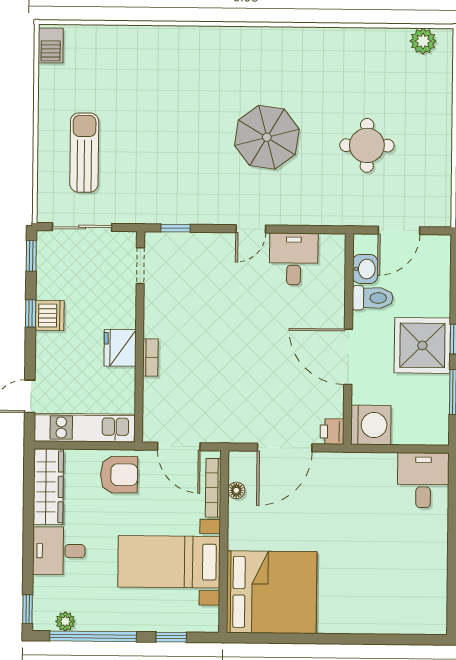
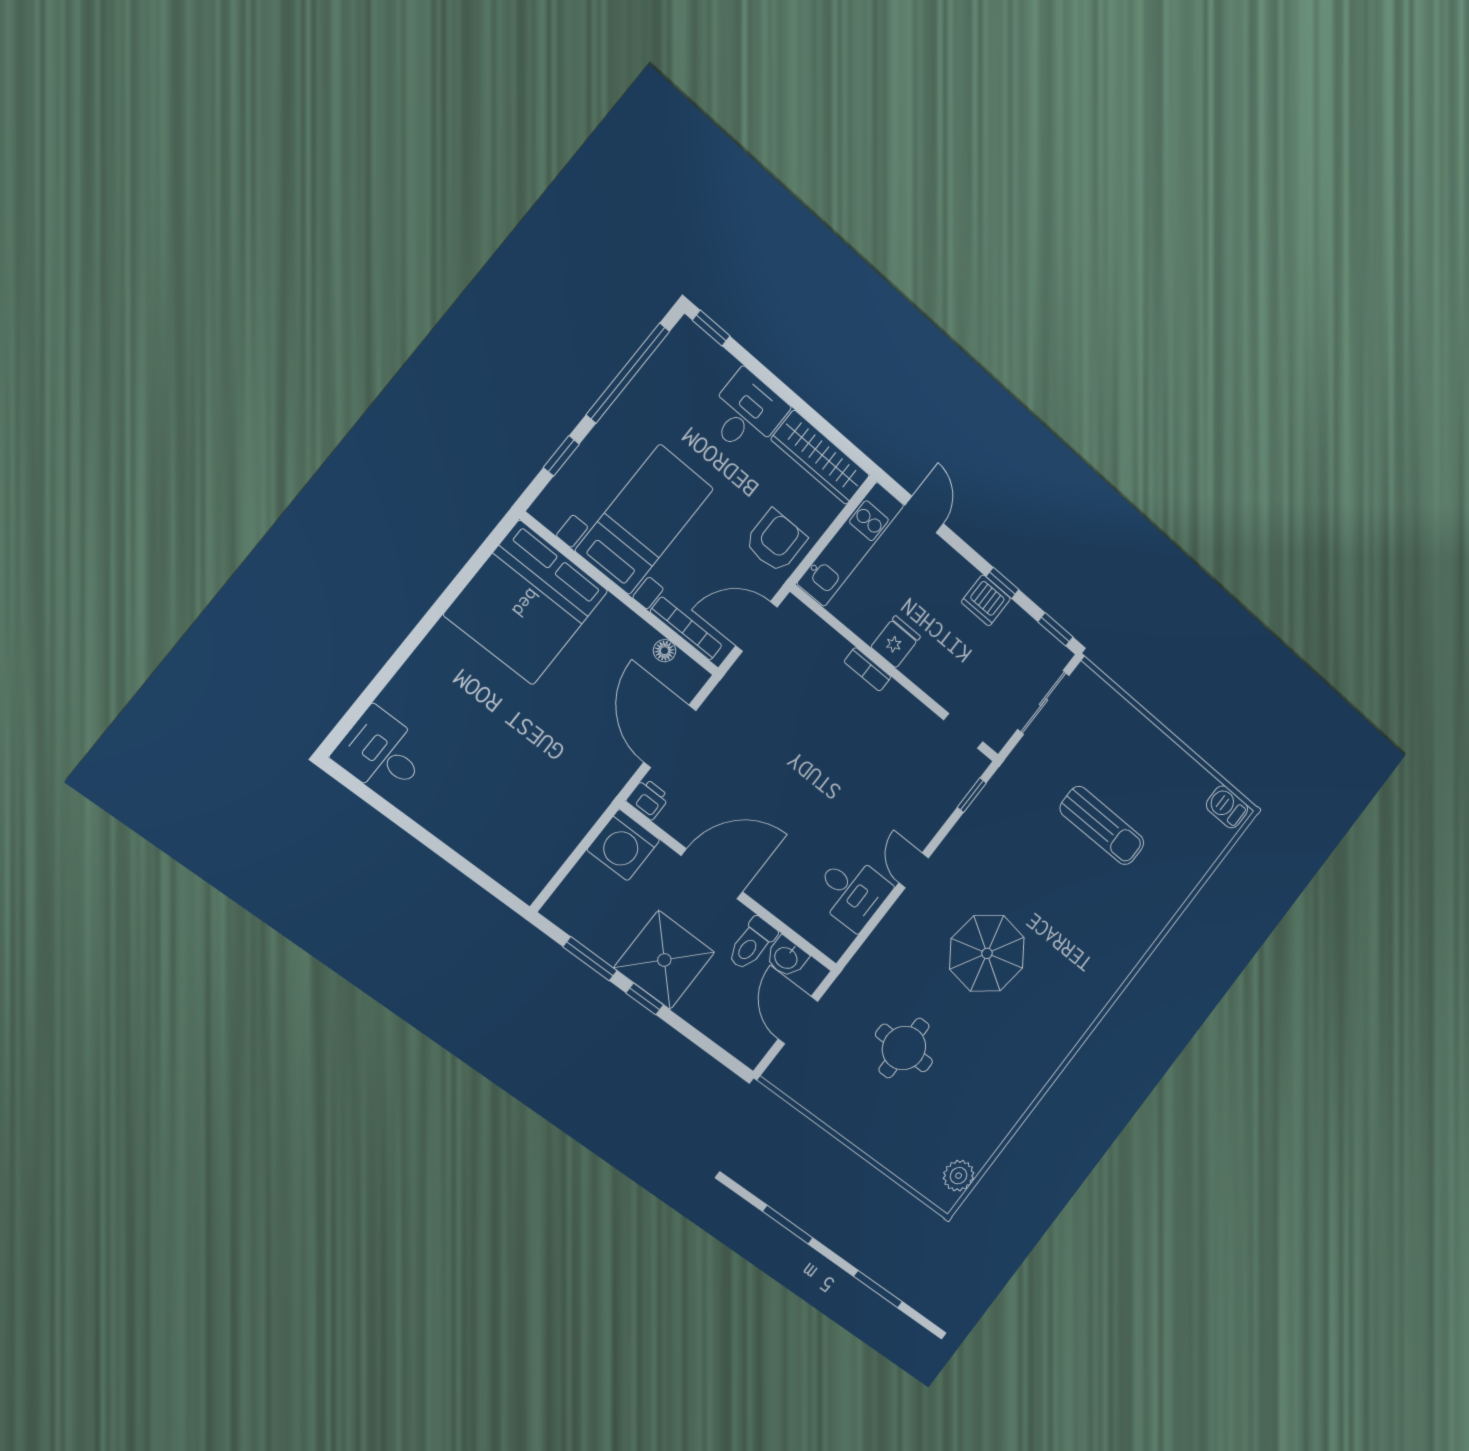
sun lounger: (84, 153) -> (1102, 826), moved
fridge: (120, 348) -> (896, 642), width x0.72
armchair: (119, 475) -> (776, 541), turned 180
desk: (423, 480) -> (382, 753), moved, turned 180
plant: (65, 621) -> (667, 357), removed

